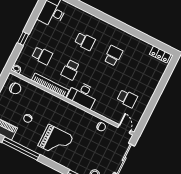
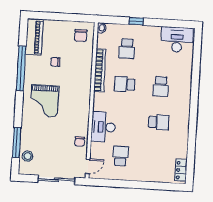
desk: (83, 95) -> (103, 127), moved
school desk: (127, 99) -> (121, 156), turned 180

